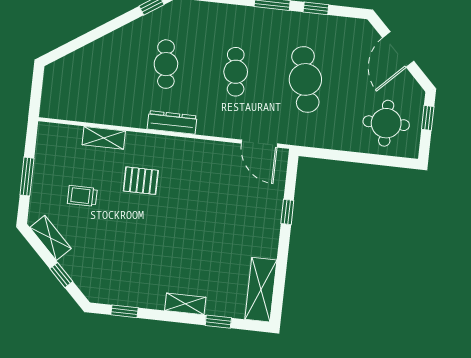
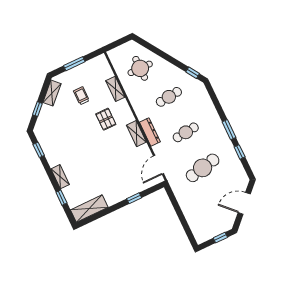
dresser: (172, 122) -> (150, 132), moved
round table: (386, 123) -> (140, 68), moved
shelving: (191, 148) -> (136, 134), added

